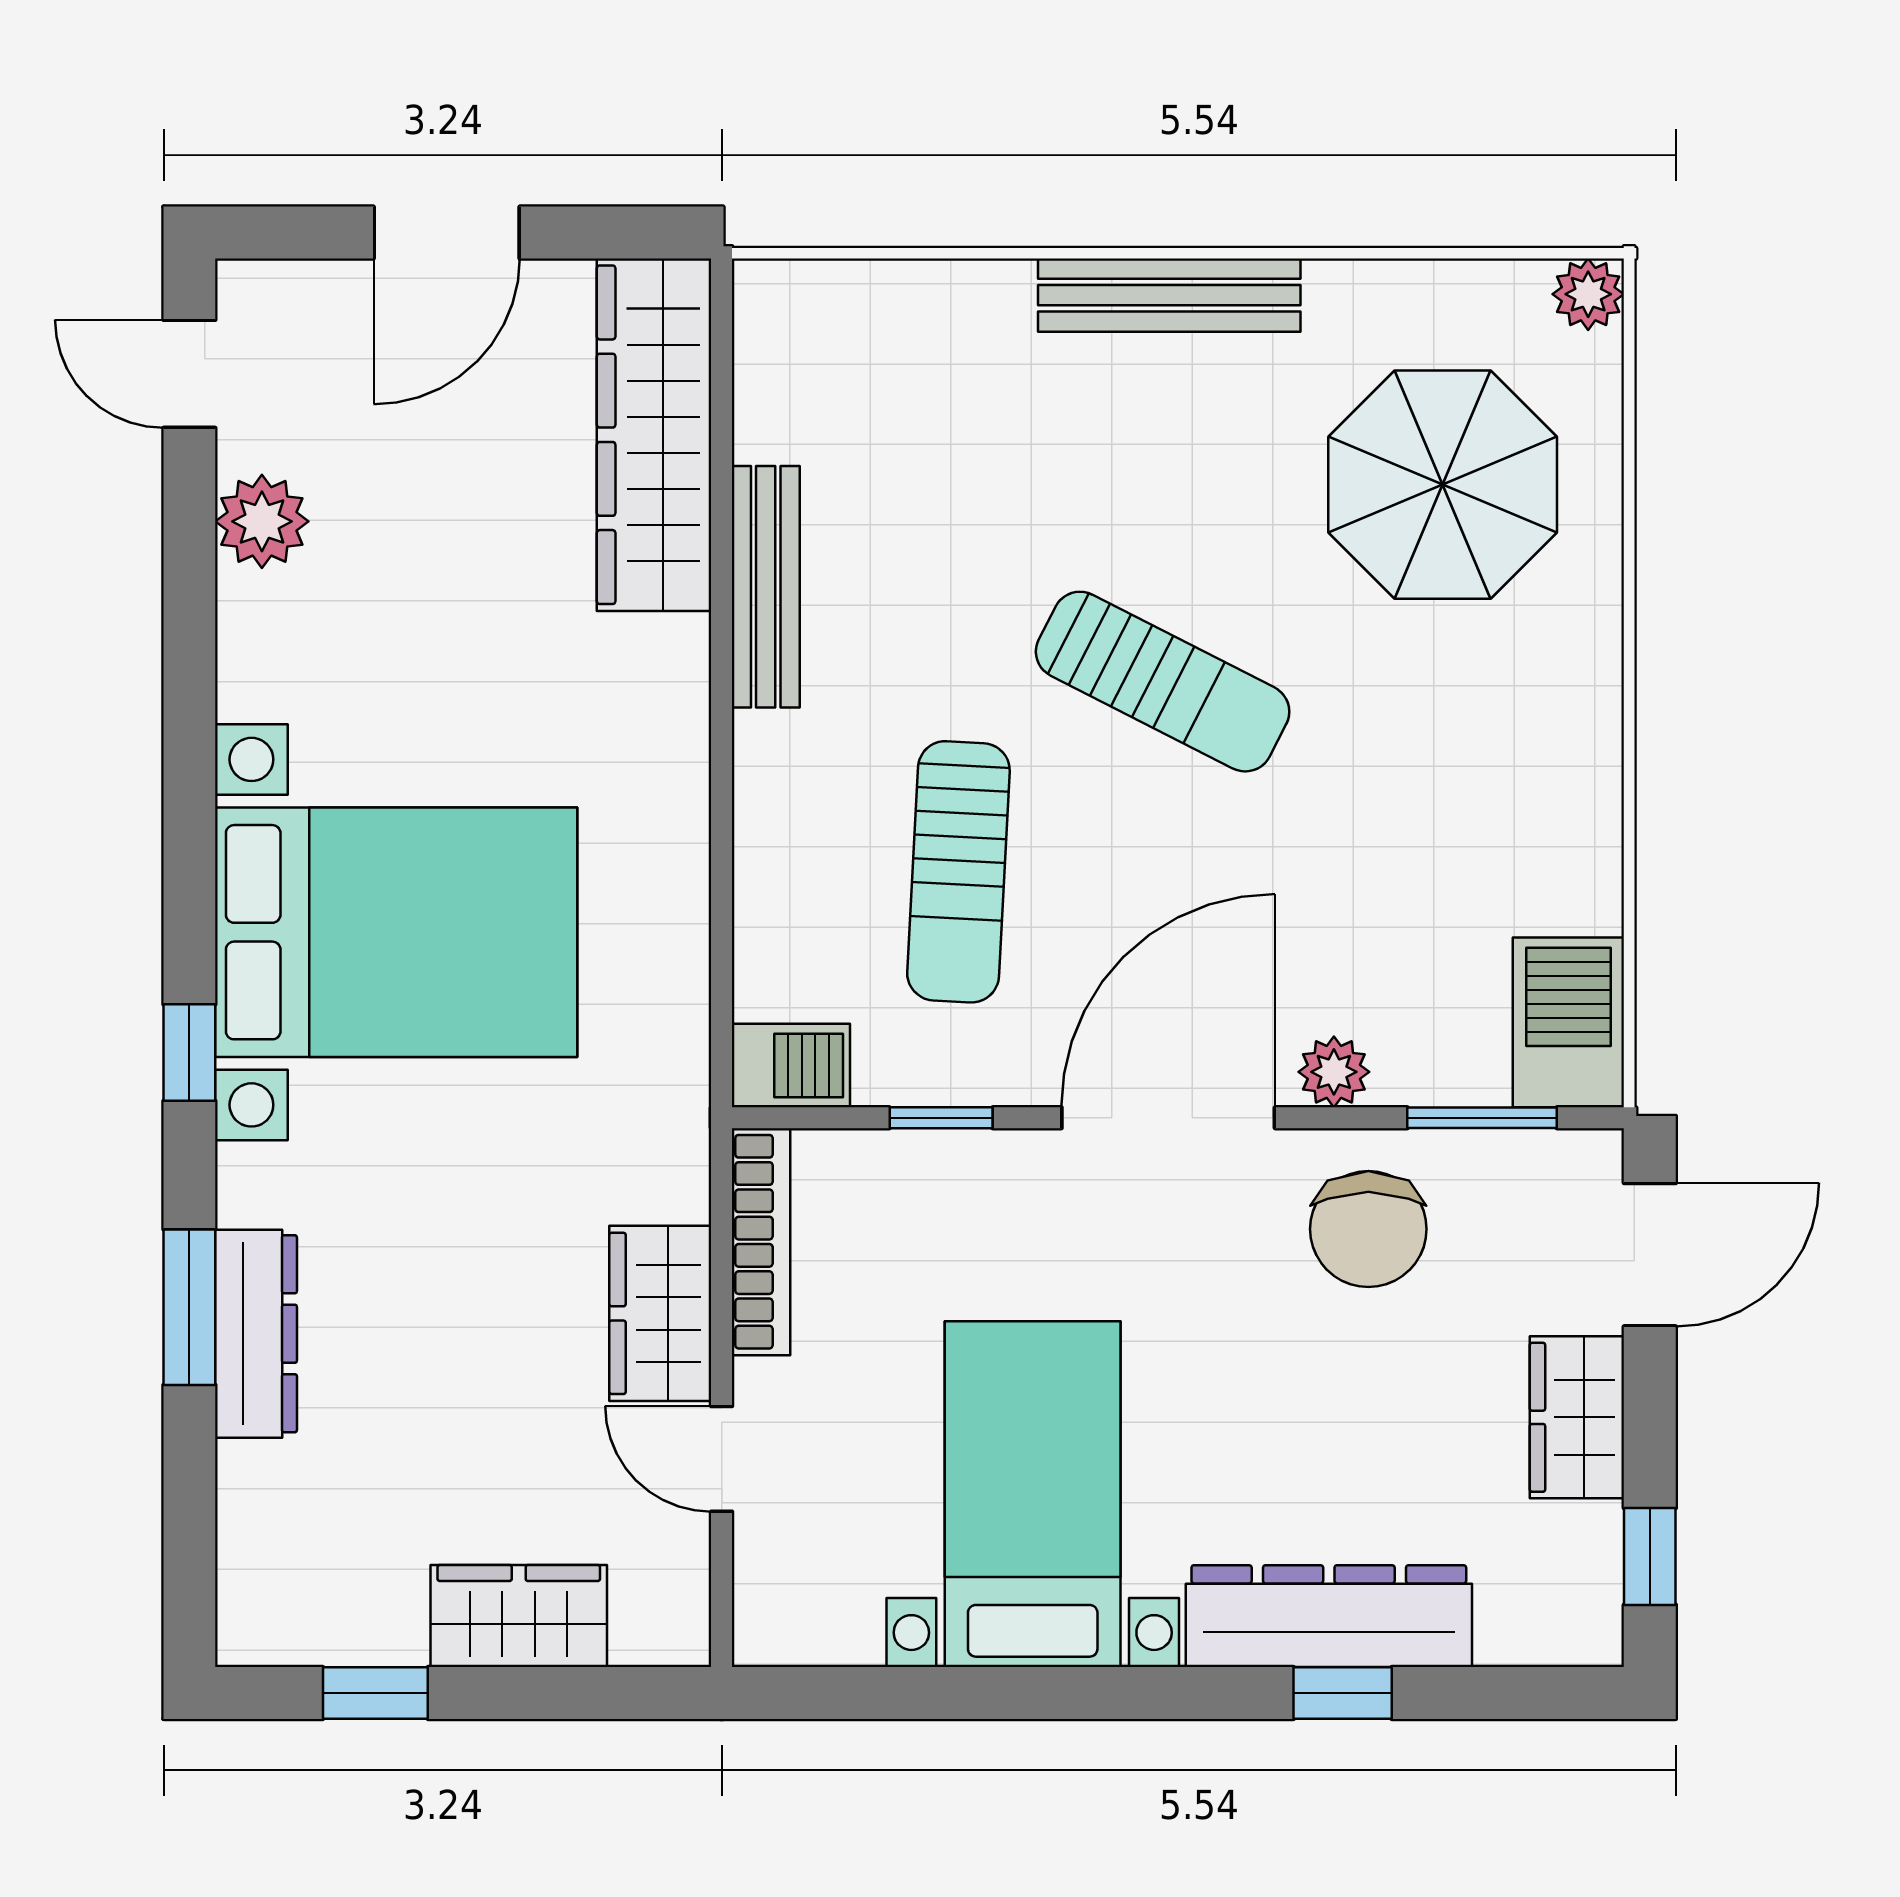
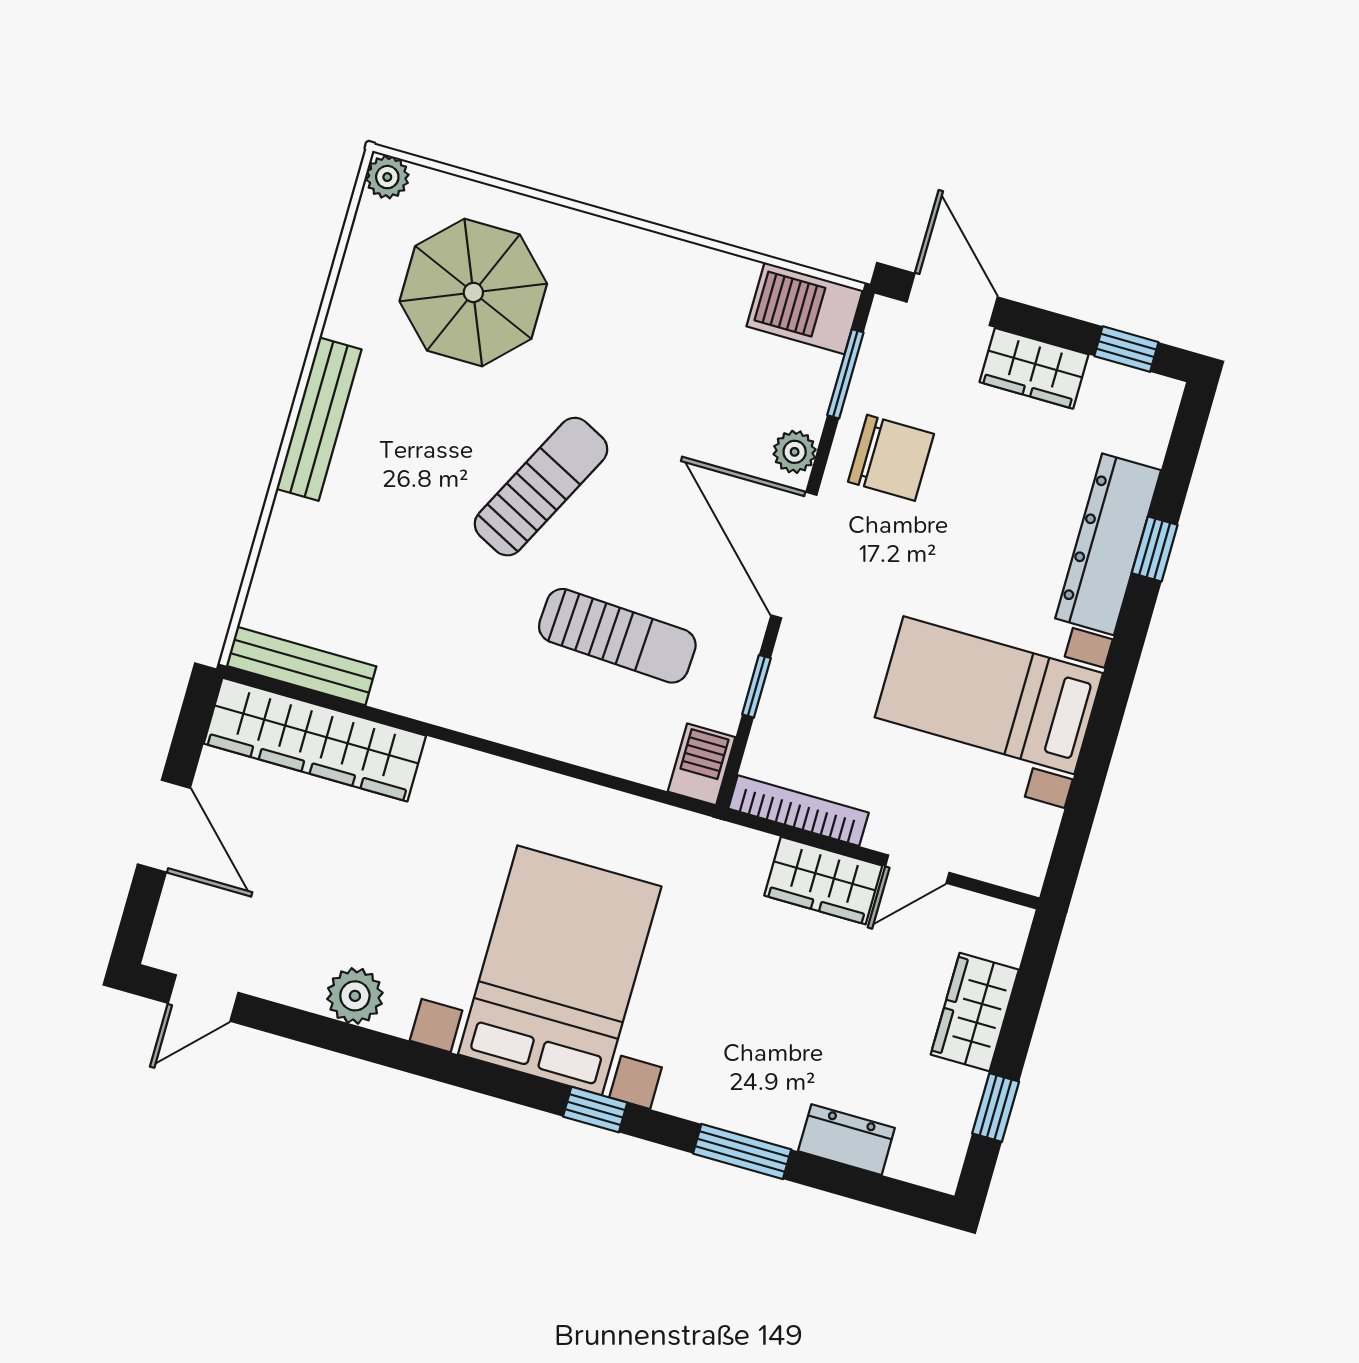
plant: (262, 521) -> (355, 996), moved
bench: (766, 587) -> (301, 666), moved
dresser: (256, 1334) -> (846, 1140), moved, width x0.70

